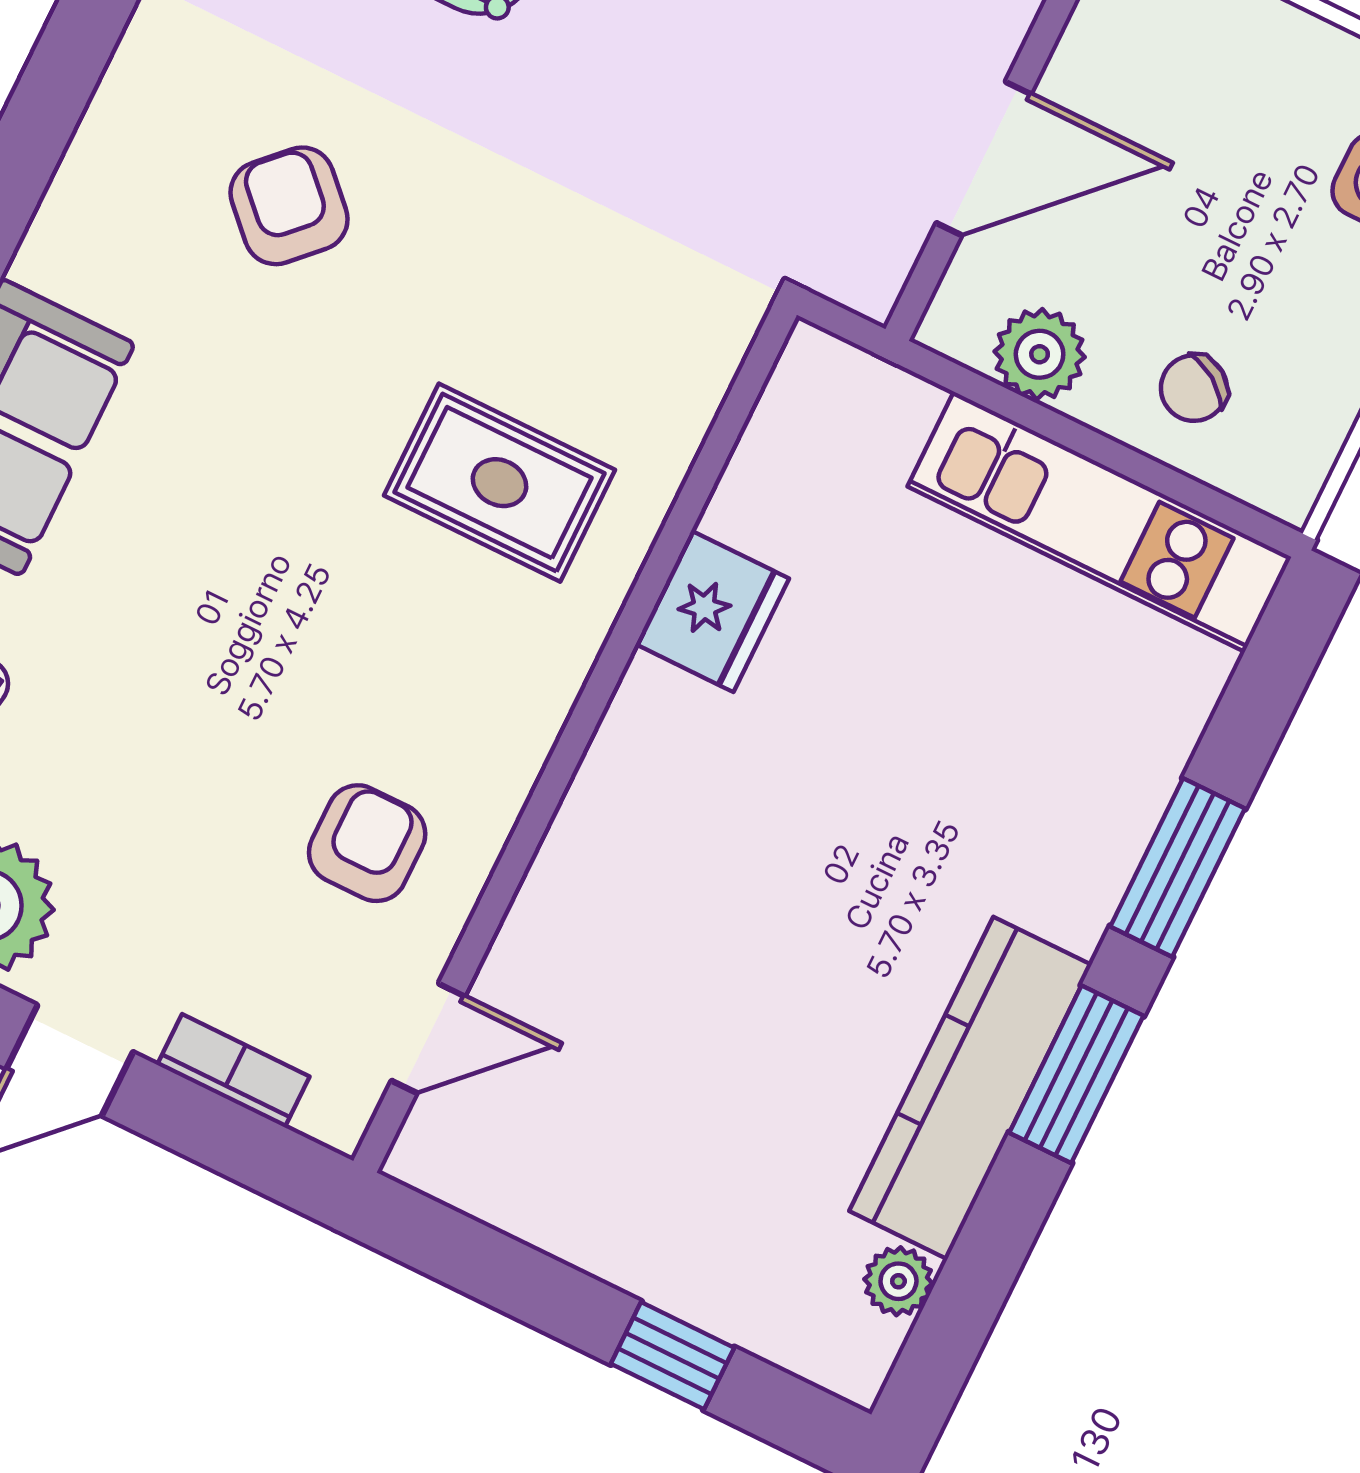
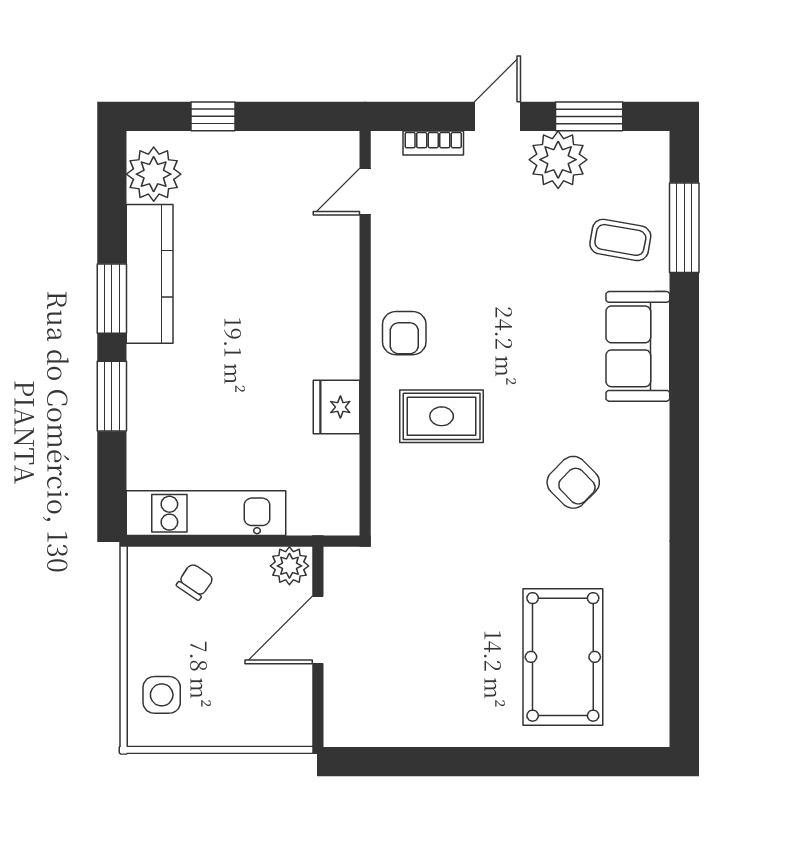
plant: (1040, 354) -> (289, 566), moved
armchair: (367, 843) -> (404, 333), moved
plant: (898, 1281) -> (154, 174), width x1.88, depth x1.88

